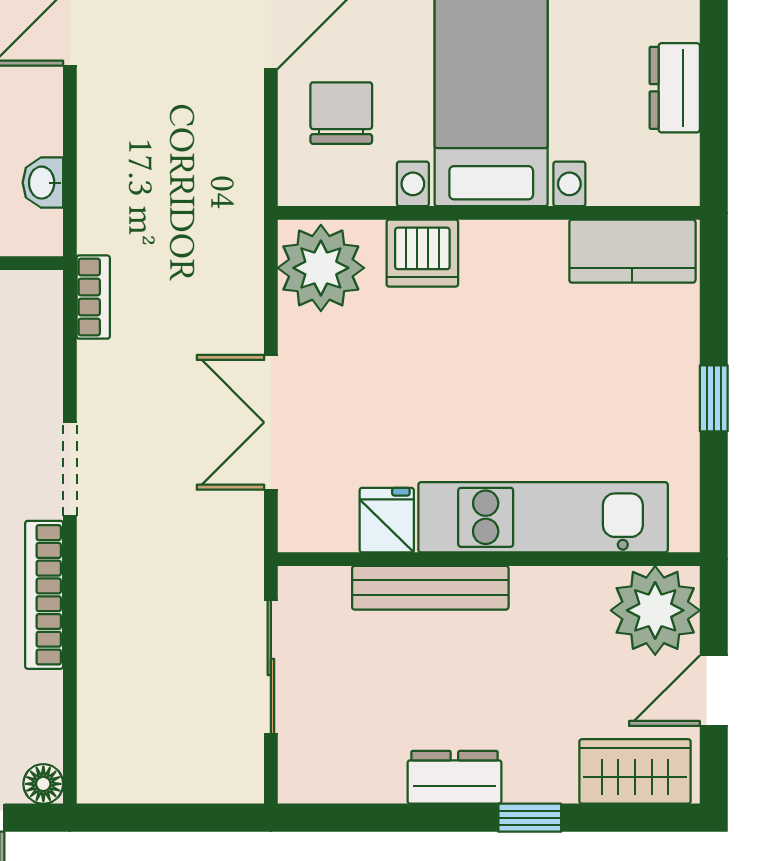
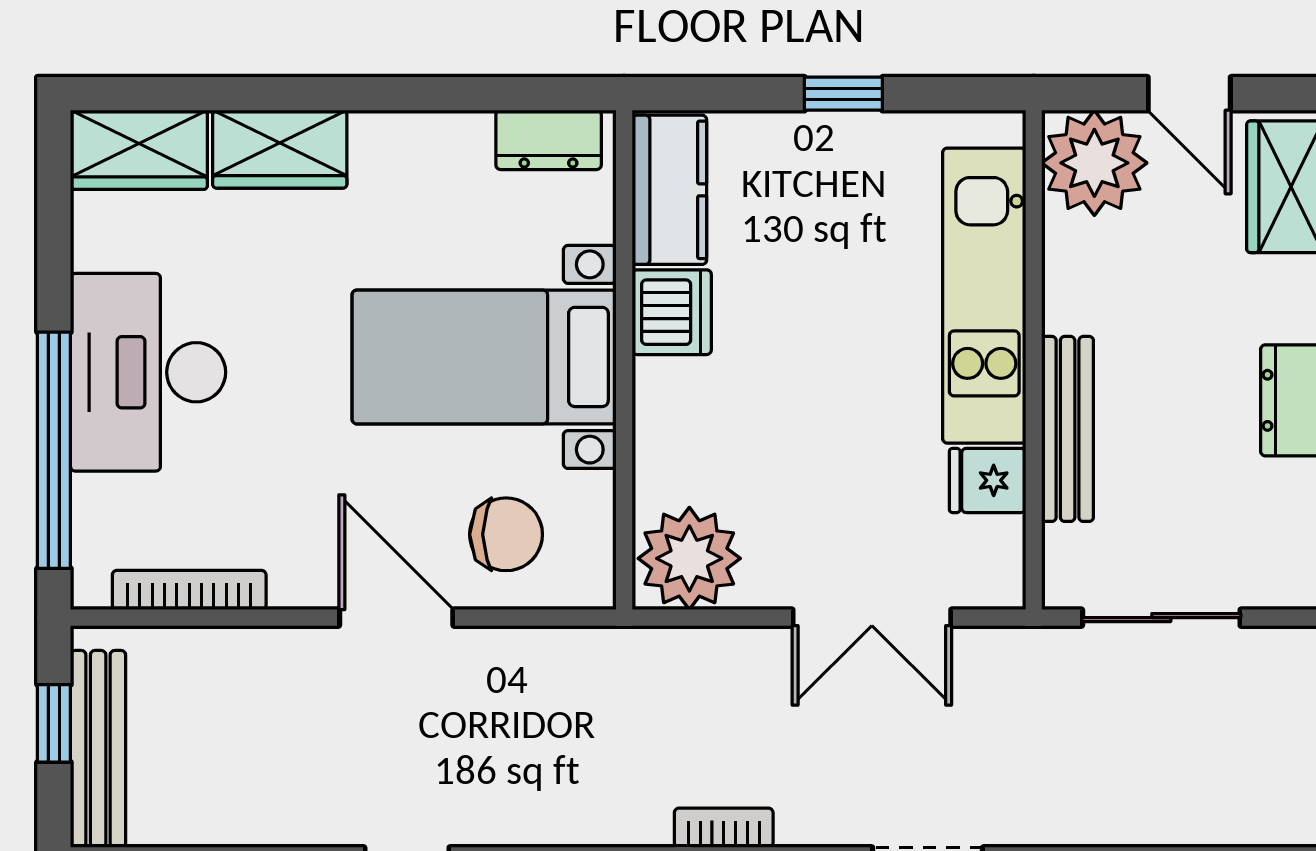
dresser: (675, 88) -> (549, 140), moved
chair: (341, 113) -> (506, 534), turned 180
dishwasher: (422, 253) -> (672, 312), moved

